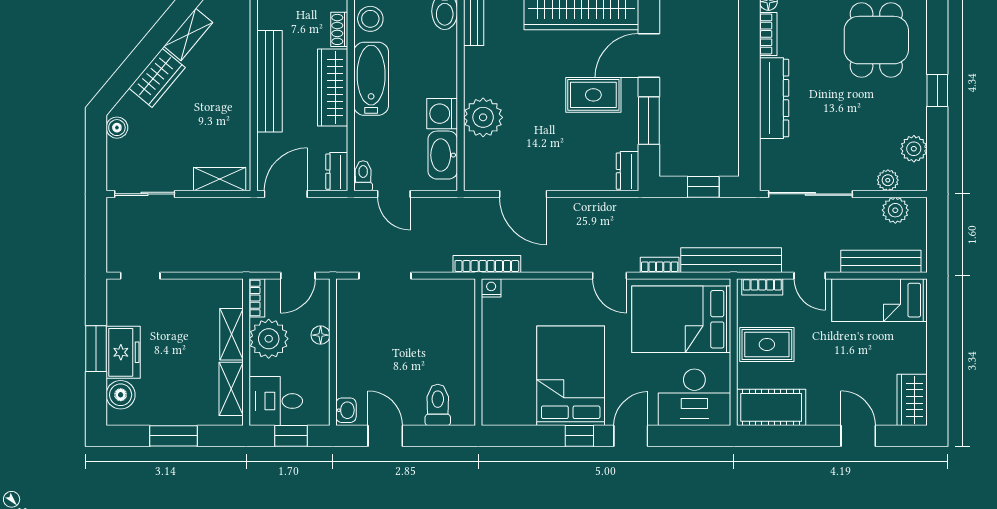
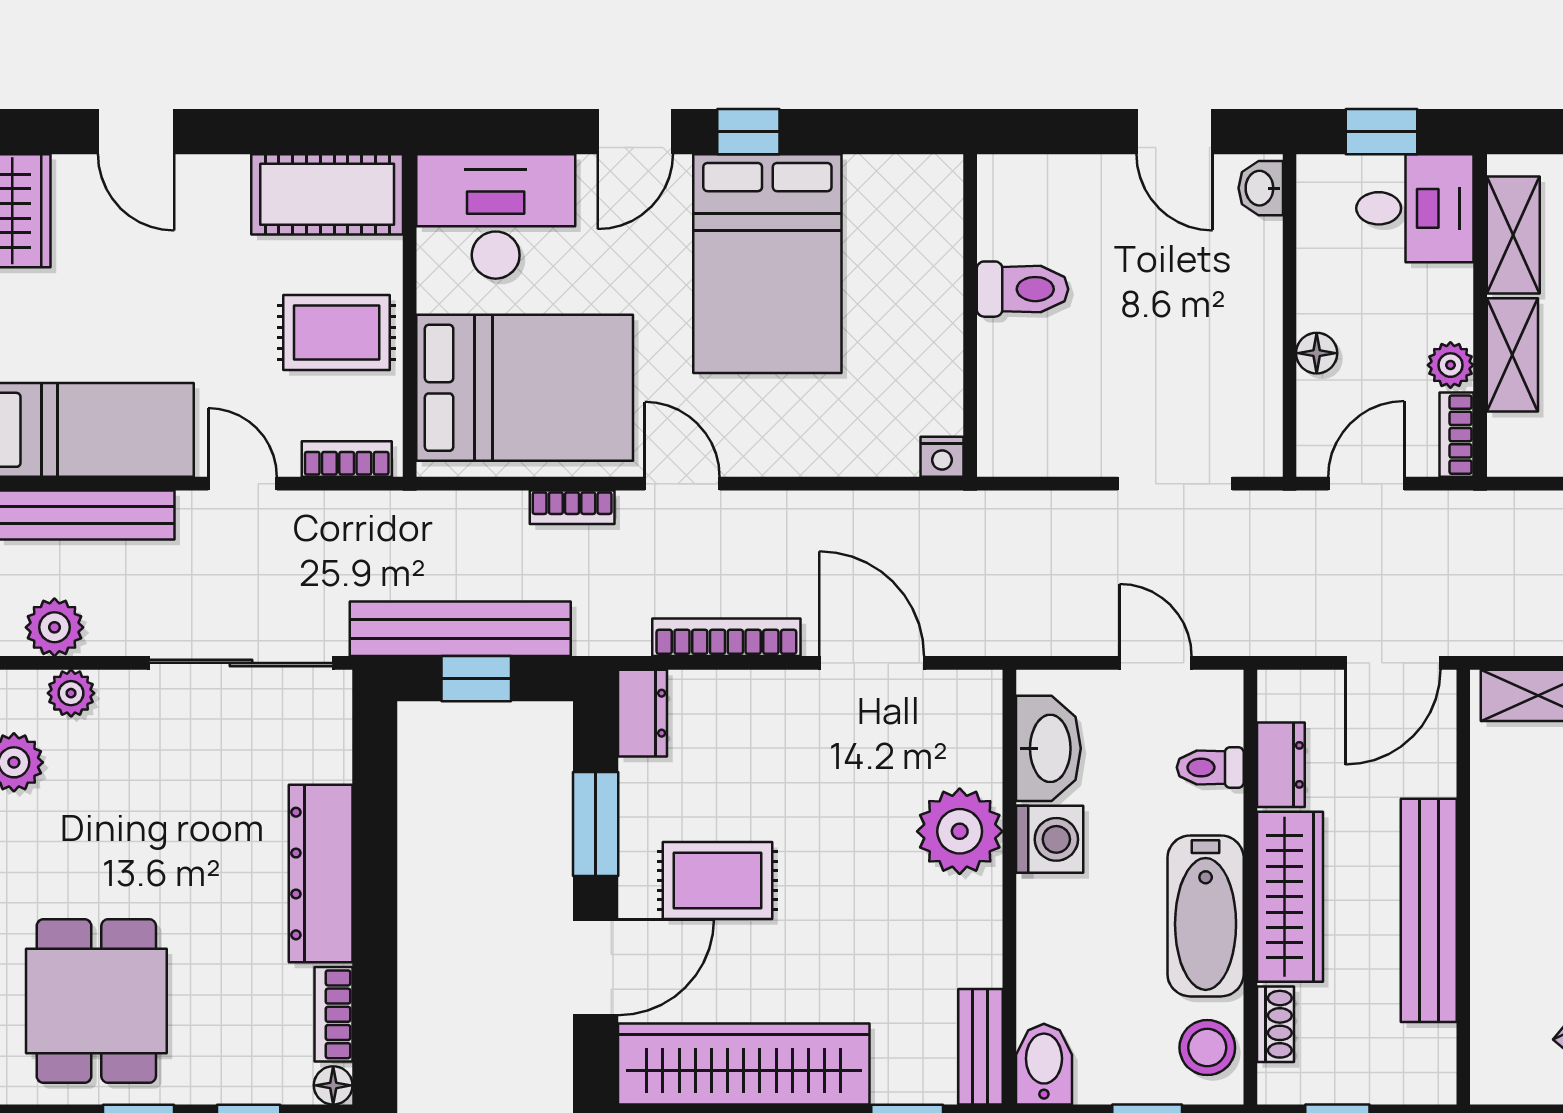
dresser: (337, 172) -> (1281, 765), moved
toilet: (363, 176) -> (1210, 767), moved, turned 90
bench: (731, 260) -> (460, 629), moved
bookcase: (487, 264) -> (726, 637), moved, turned 180
plant: (269, 339) -> (1450, 365), width x0.53, depth x0.53
toilet: (438, 405) -> (1022, 289), moved, turned -90

